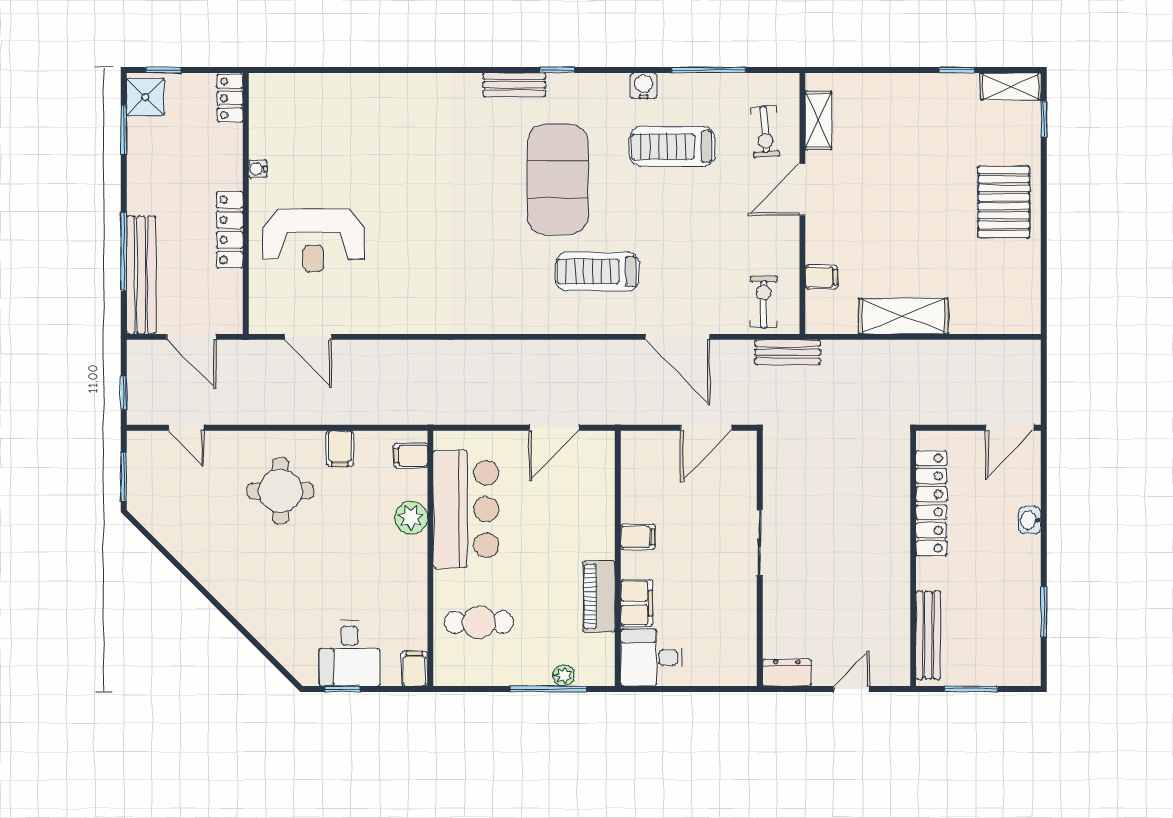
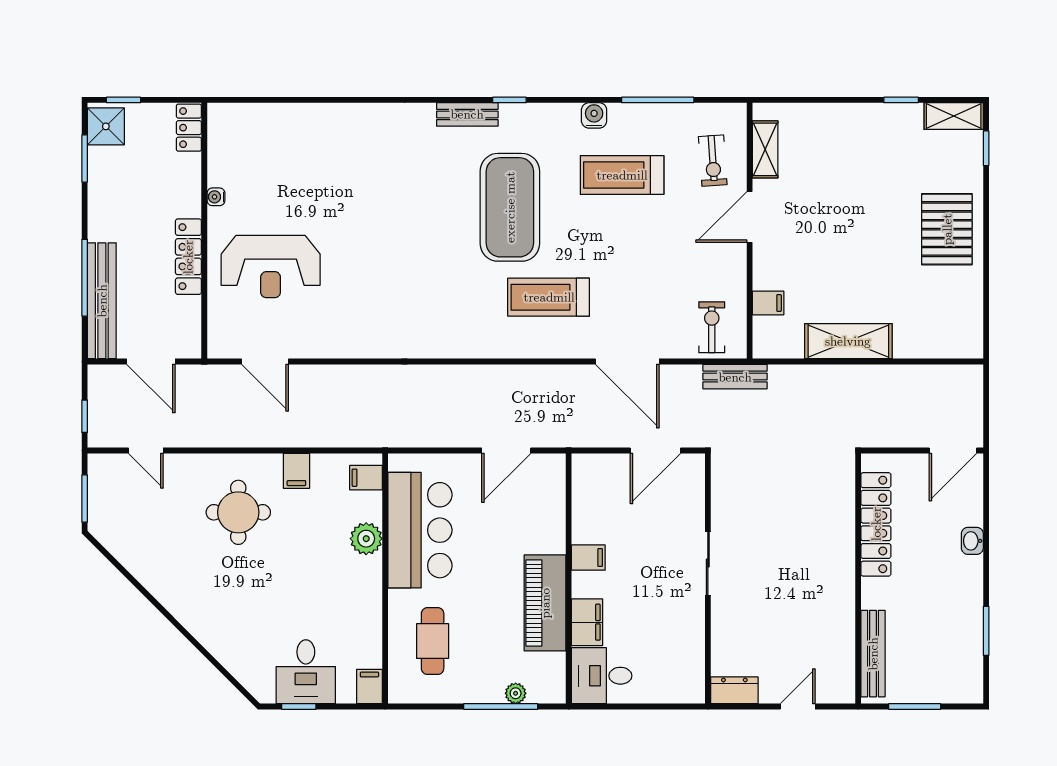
piano: (599, 596) -> (545, 603), width x1.37, depth x1.33
cafe table: (479, 622) -> (433, 641), turned 90

